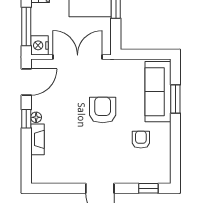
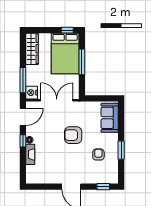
sofa: (158, 92) -> (110, 118), width x0.73
window: (175, 99) -> (121, 150), moved
armchair: (103, 110) -> (73, 135), turned -90

